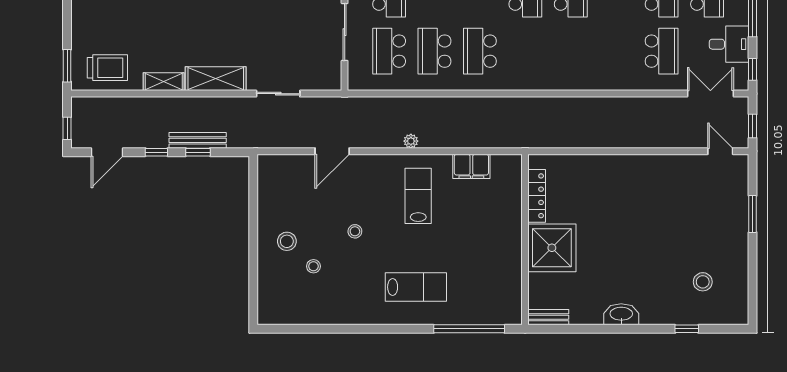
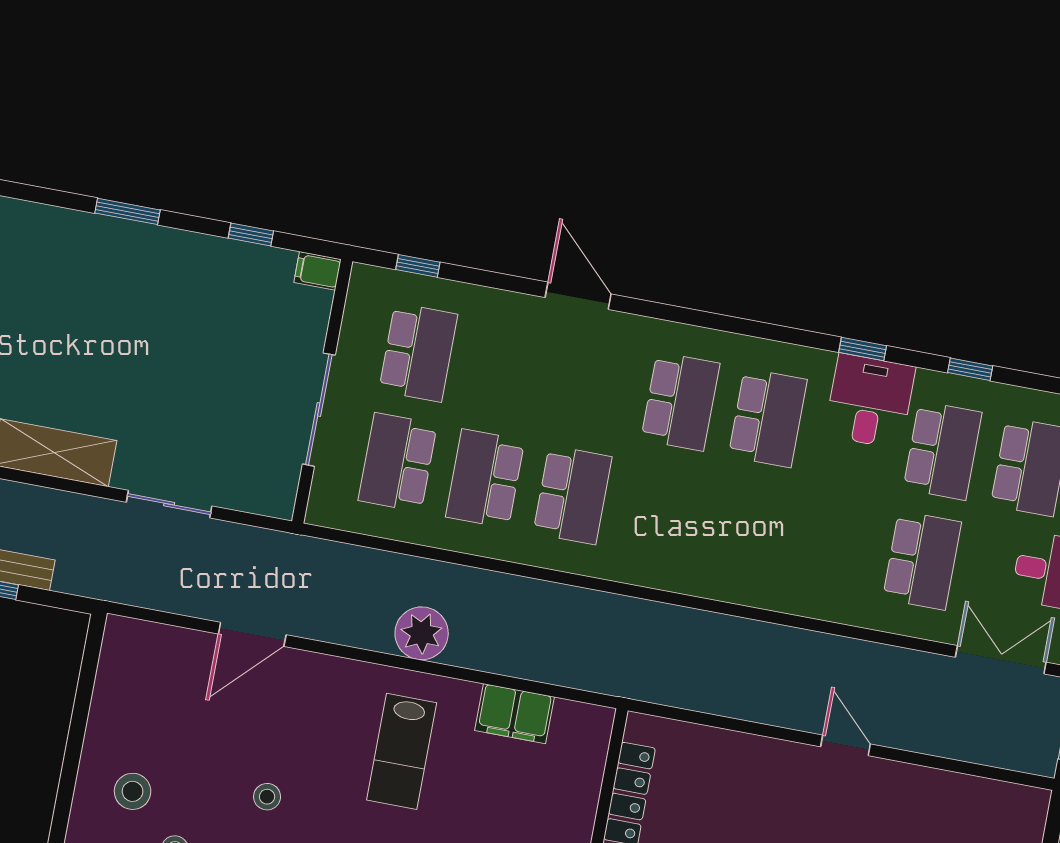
school desk: (480, 51) -> (572, 495), turned 180
plant: (411, 141) -> (422, 633), width x1.87, depth x1.87
door: (720, 151) -> (846, 745), moved
lab bench: (418, 196) -> (402, 751), turned 180

